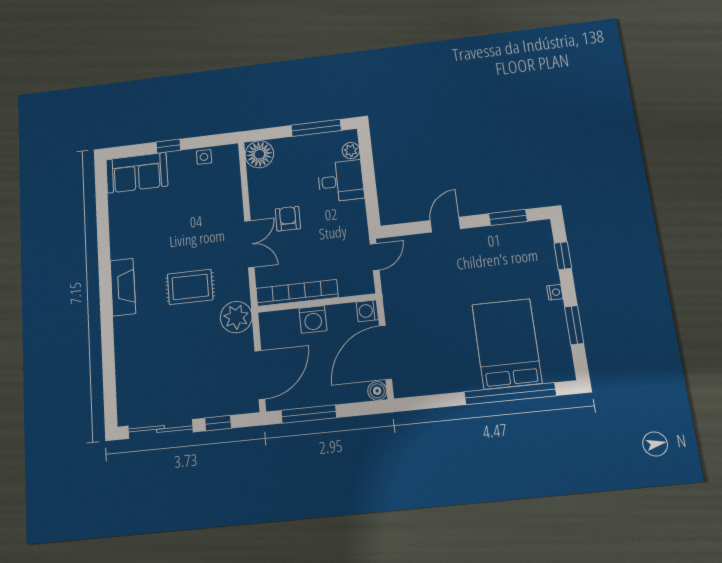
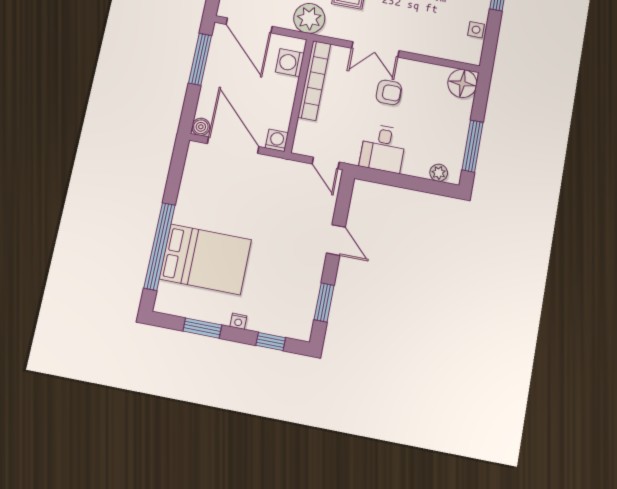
desk: (341, 181) -> (383, 148), moved
washing machine: (313, 319) -> (290, 63), moved

